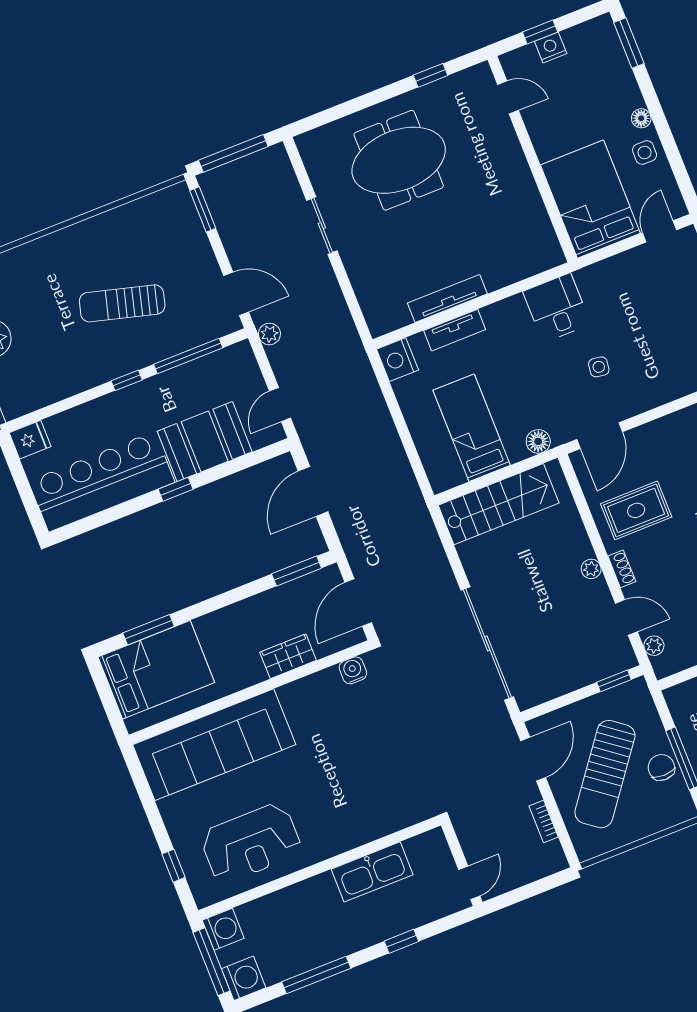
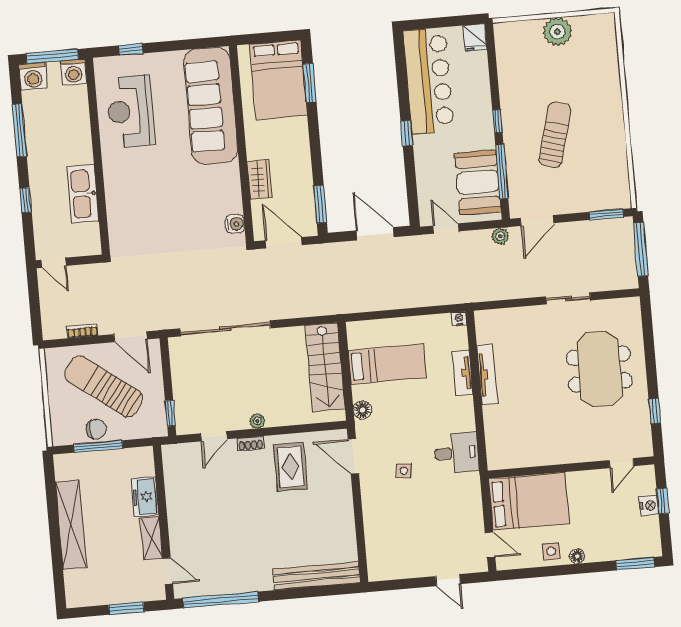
nightstand: (398, 360) -> (459, 319), width x0.53, depth x0.56
booth: (205, 442) -> (478, 182), moved
plant: (654, 646) -> (187, 450), removed

